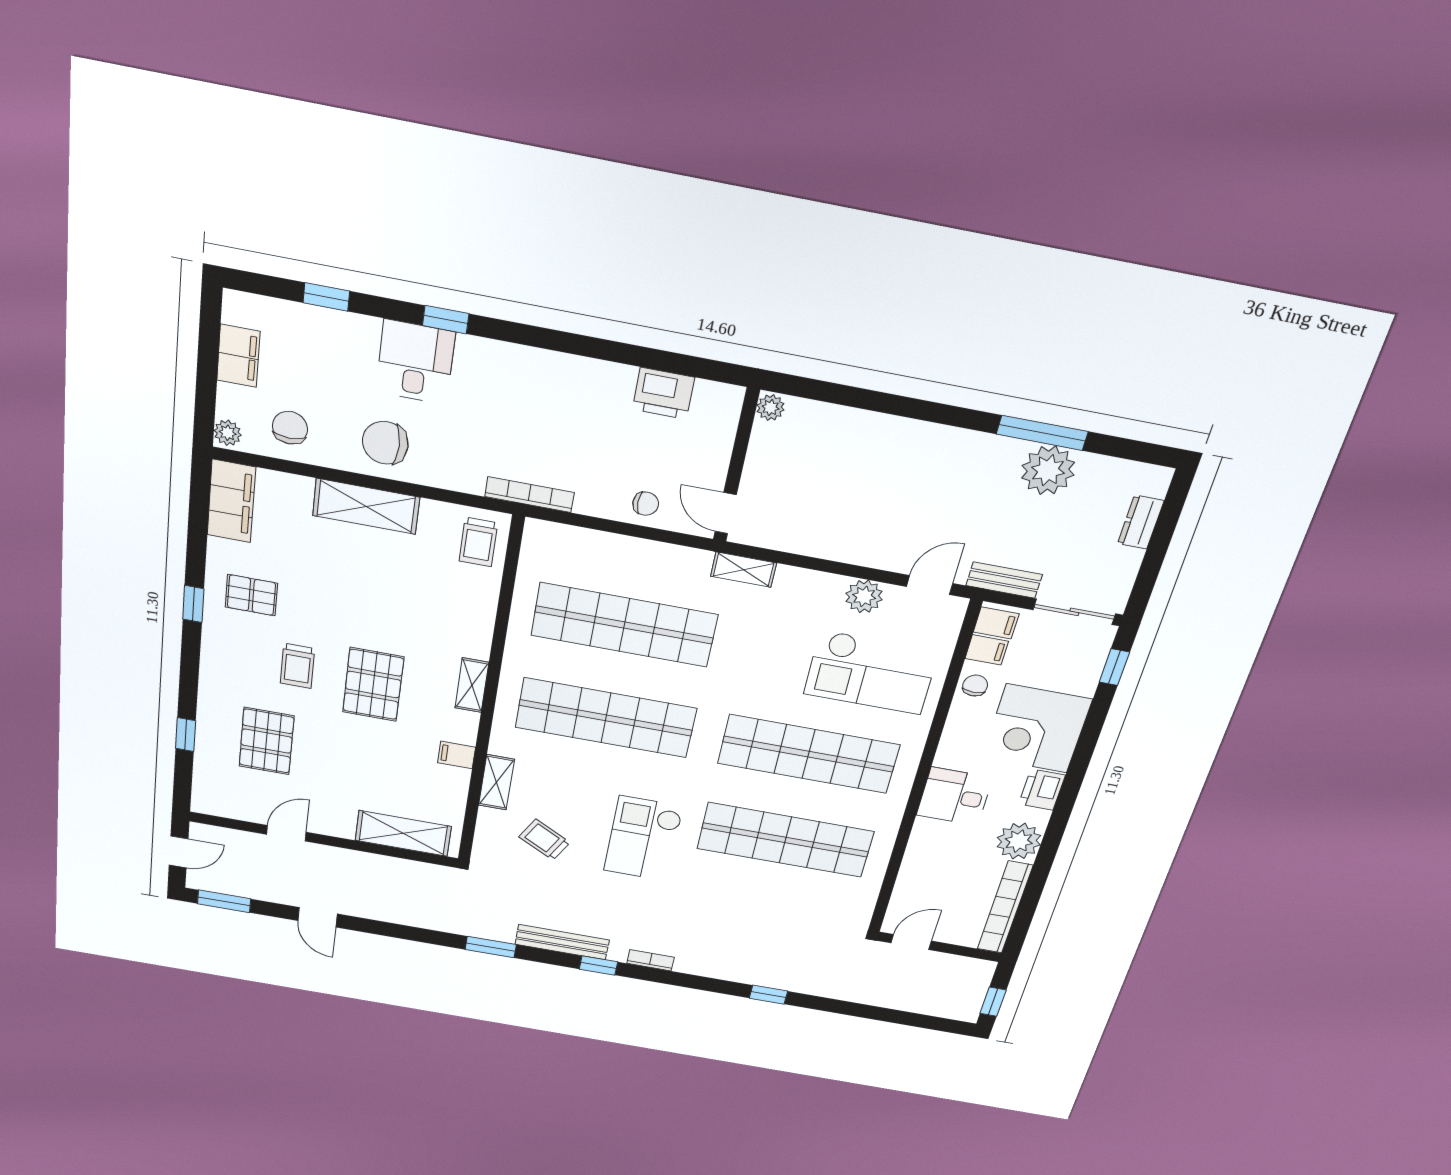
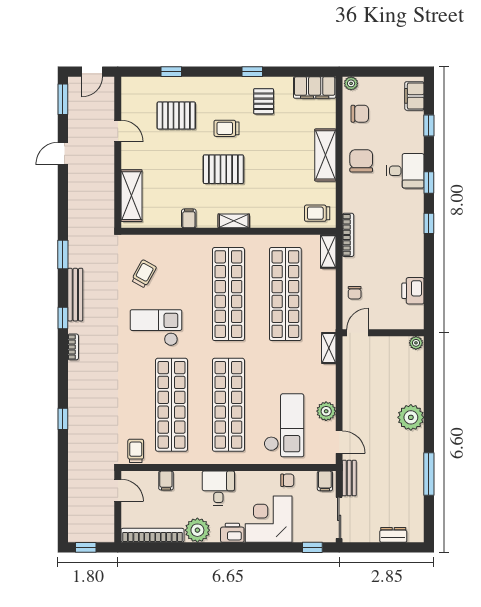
window: (530, 336) -> (429, 223), added
filing cabinet: (238, 356) -> (414, 96), moved, turned 90
plant: (1048, 470) -> (411, 417), moved
filing cabinet: (987, 650) -> (166, 480), moved
checkout: (871, 672) -> (284, 425), turned 180
shelving: (496, 782) -> (328, 251), moved, turned 90
door: (179, 852) -> (92, 72), hinge flipped
trolley: (851, 905) -> (136, 451), added

